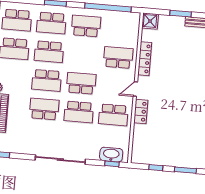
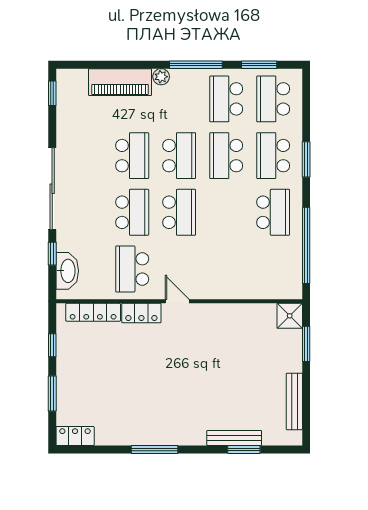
window: (181, 14) -> (306, 344), moved
school desk: (118, 57) -> (226, 269), removed
locker: (145, 59) -> (93, 312), moved
school desk: (47, 80) -> (179, 156), turned 180
school desk: (79, 112) -> (132, 212), turned 180
window: (112, 164) -> (52, 254), moved

